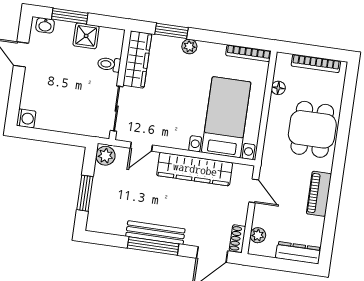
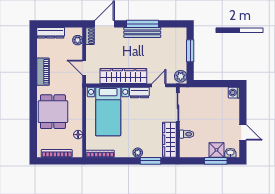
shower: (86, 36) -> (216, 150), moved
dresser: (173, 140) -> (139, 93), added

